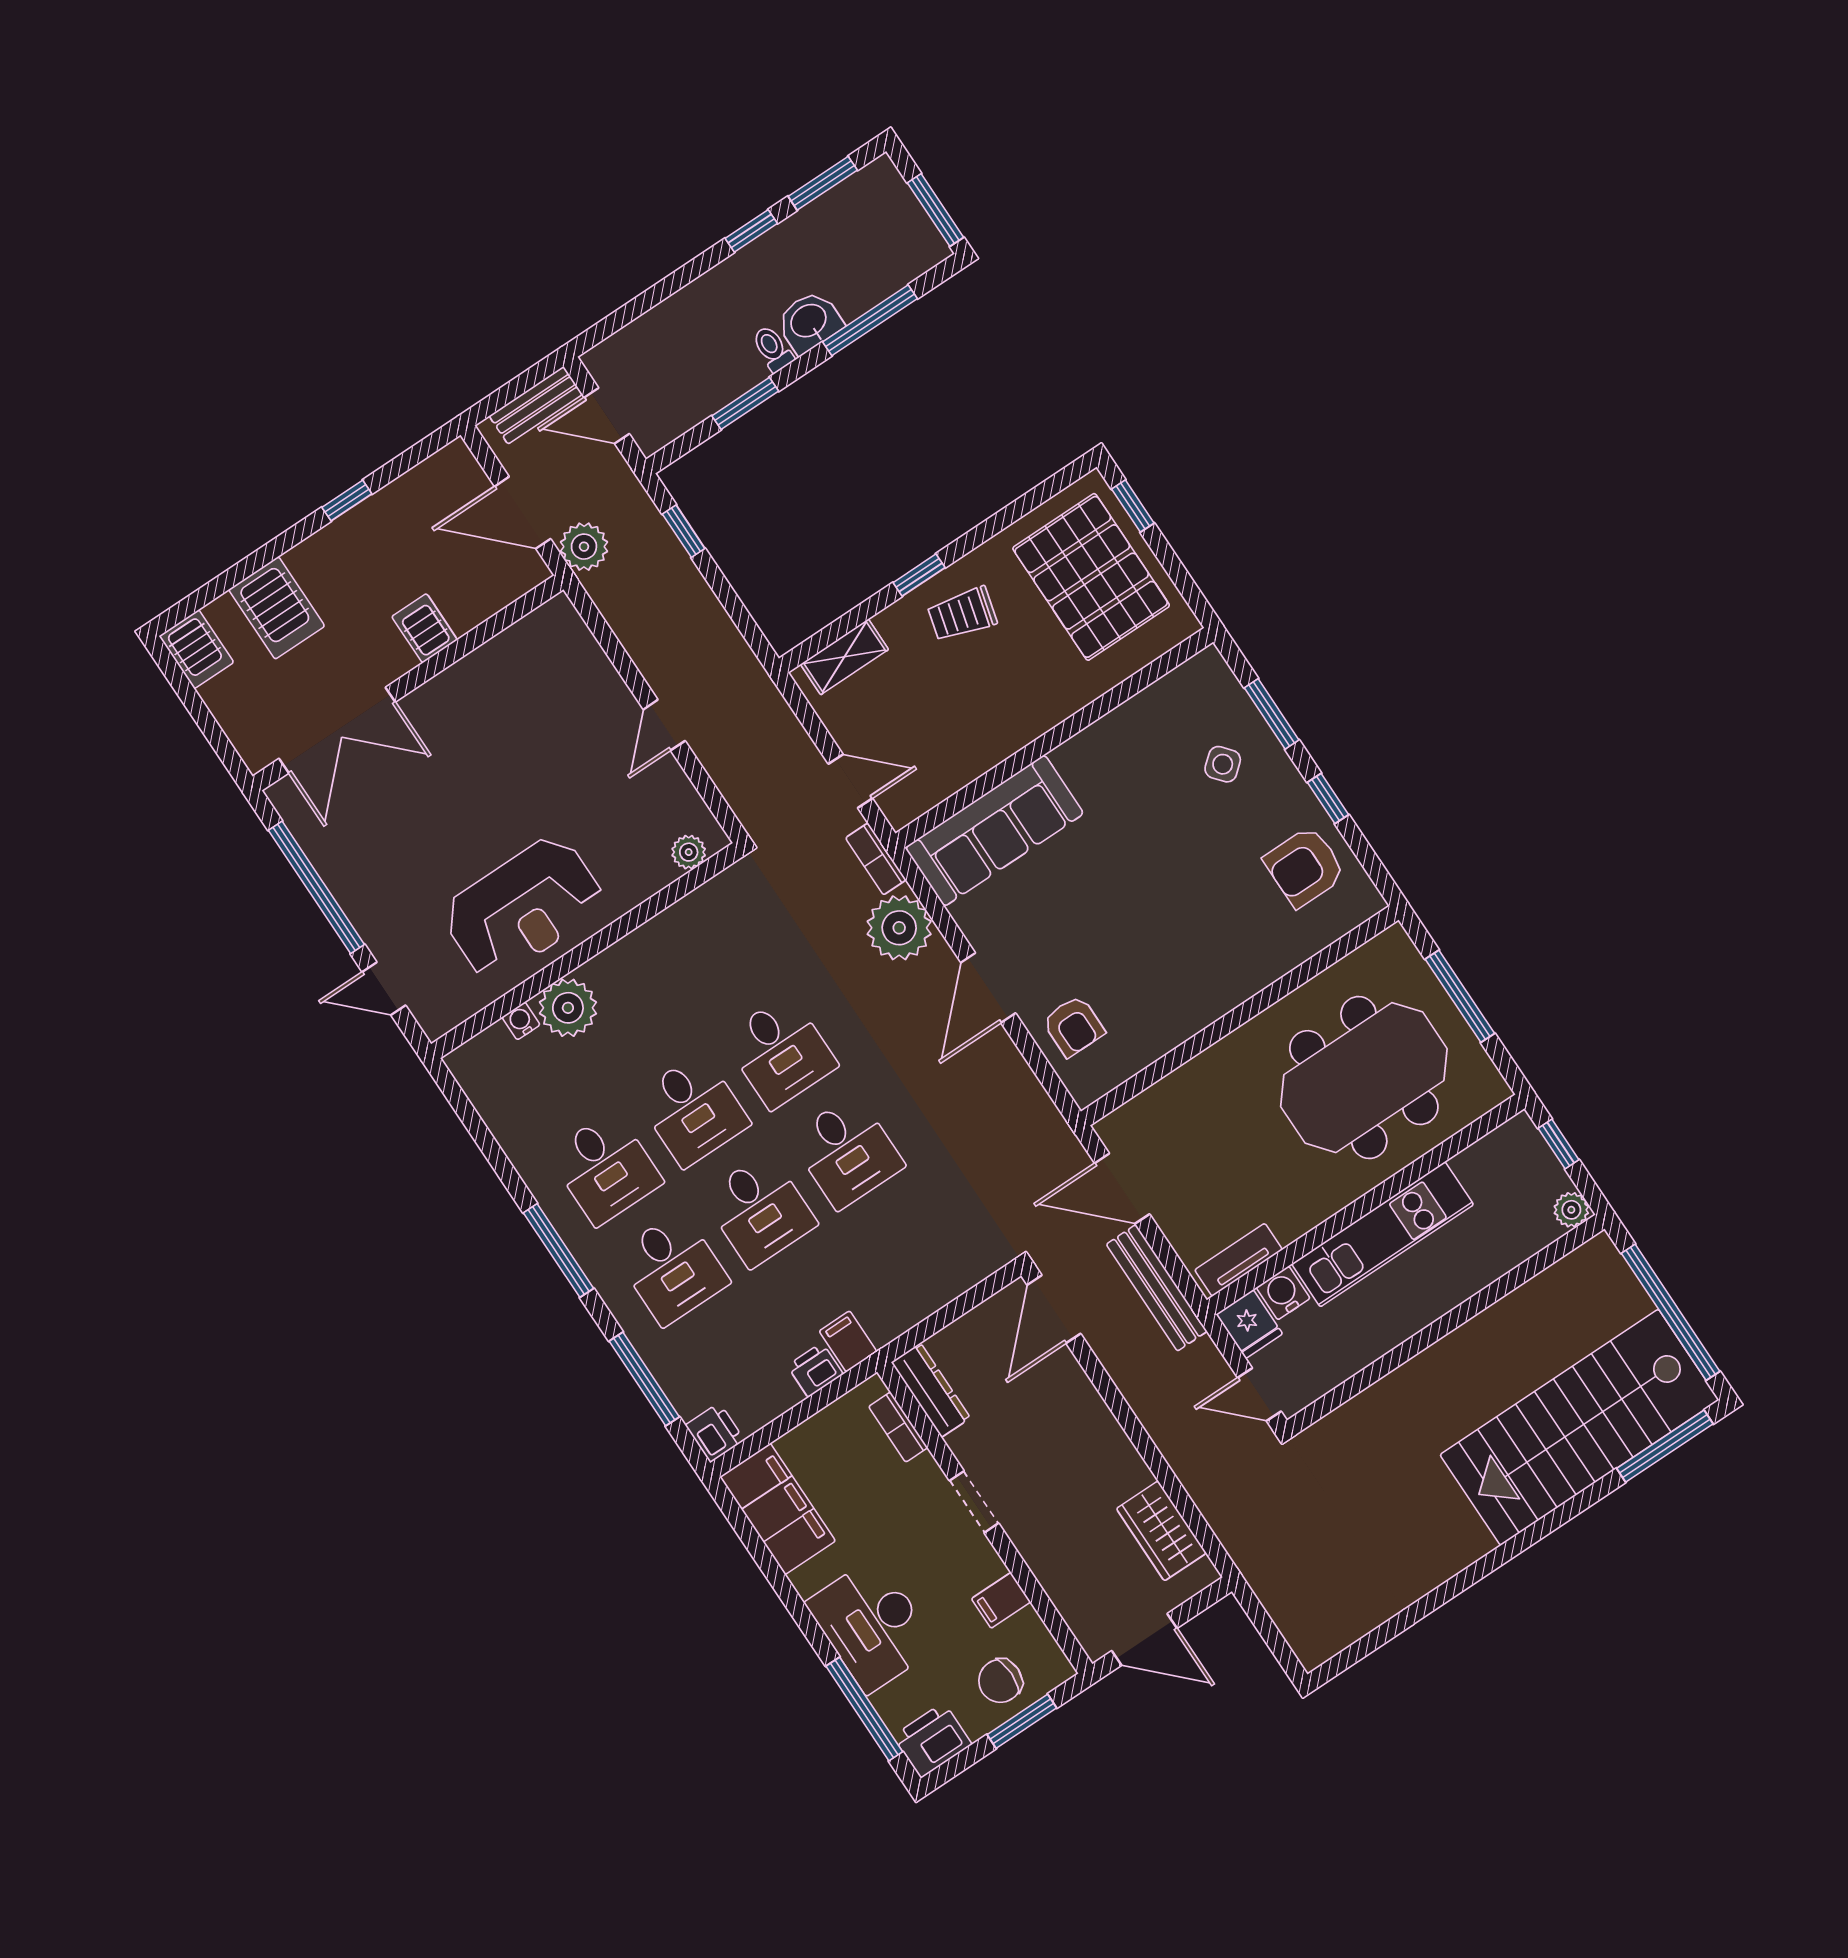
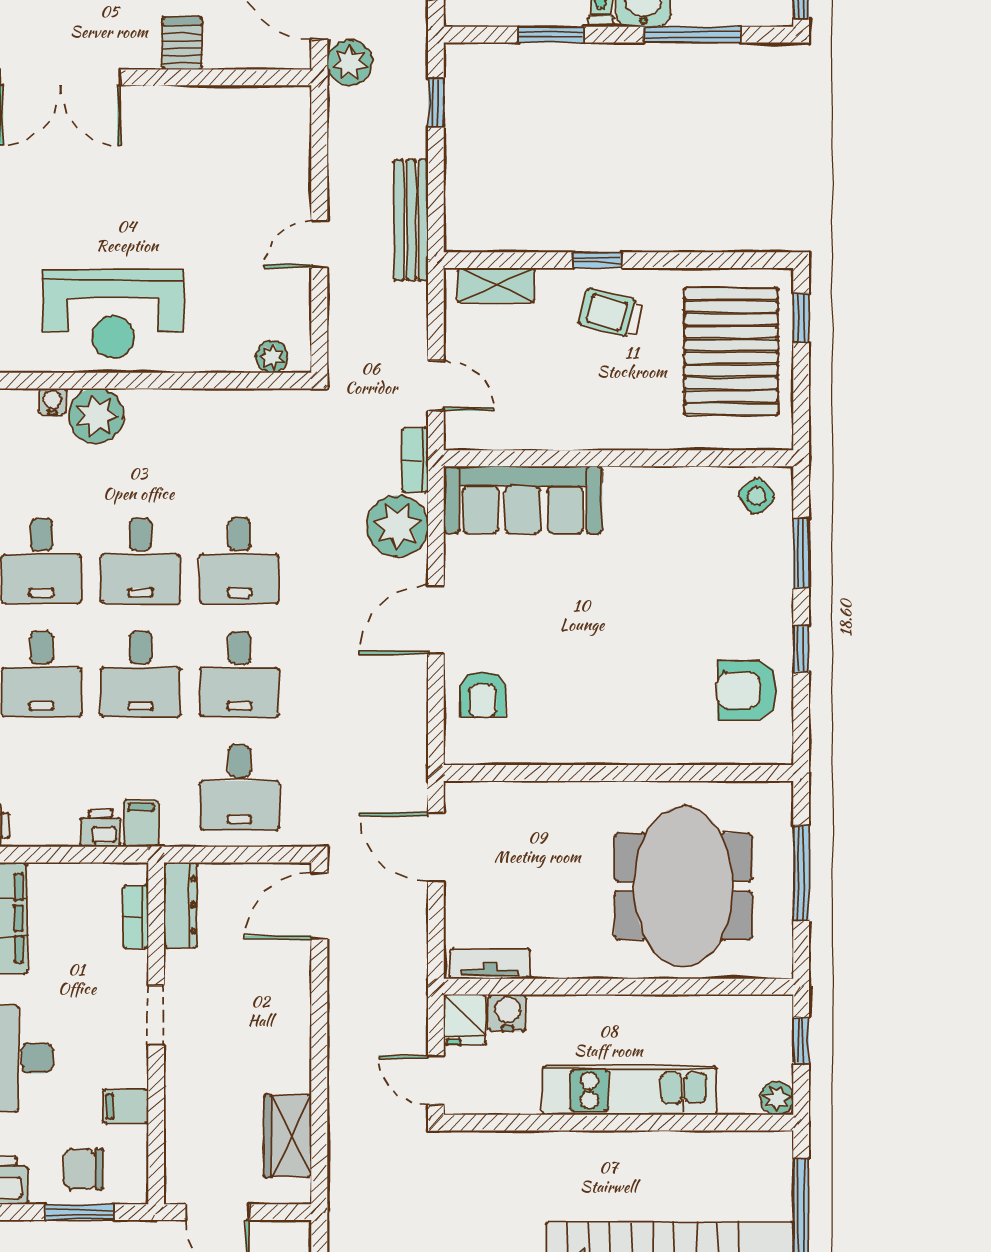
side table: (1223, 764) -> (757, 496), moved
meeting table: (1364, 1078) -> (683, 886), turned 90
kitchen unit: (1383, 1234) -> (629, 1090), moved, turned 180
desk: (914, 1252) -> (239, 788), added
bench: (1157, 1288) -> (411, 220), moved

